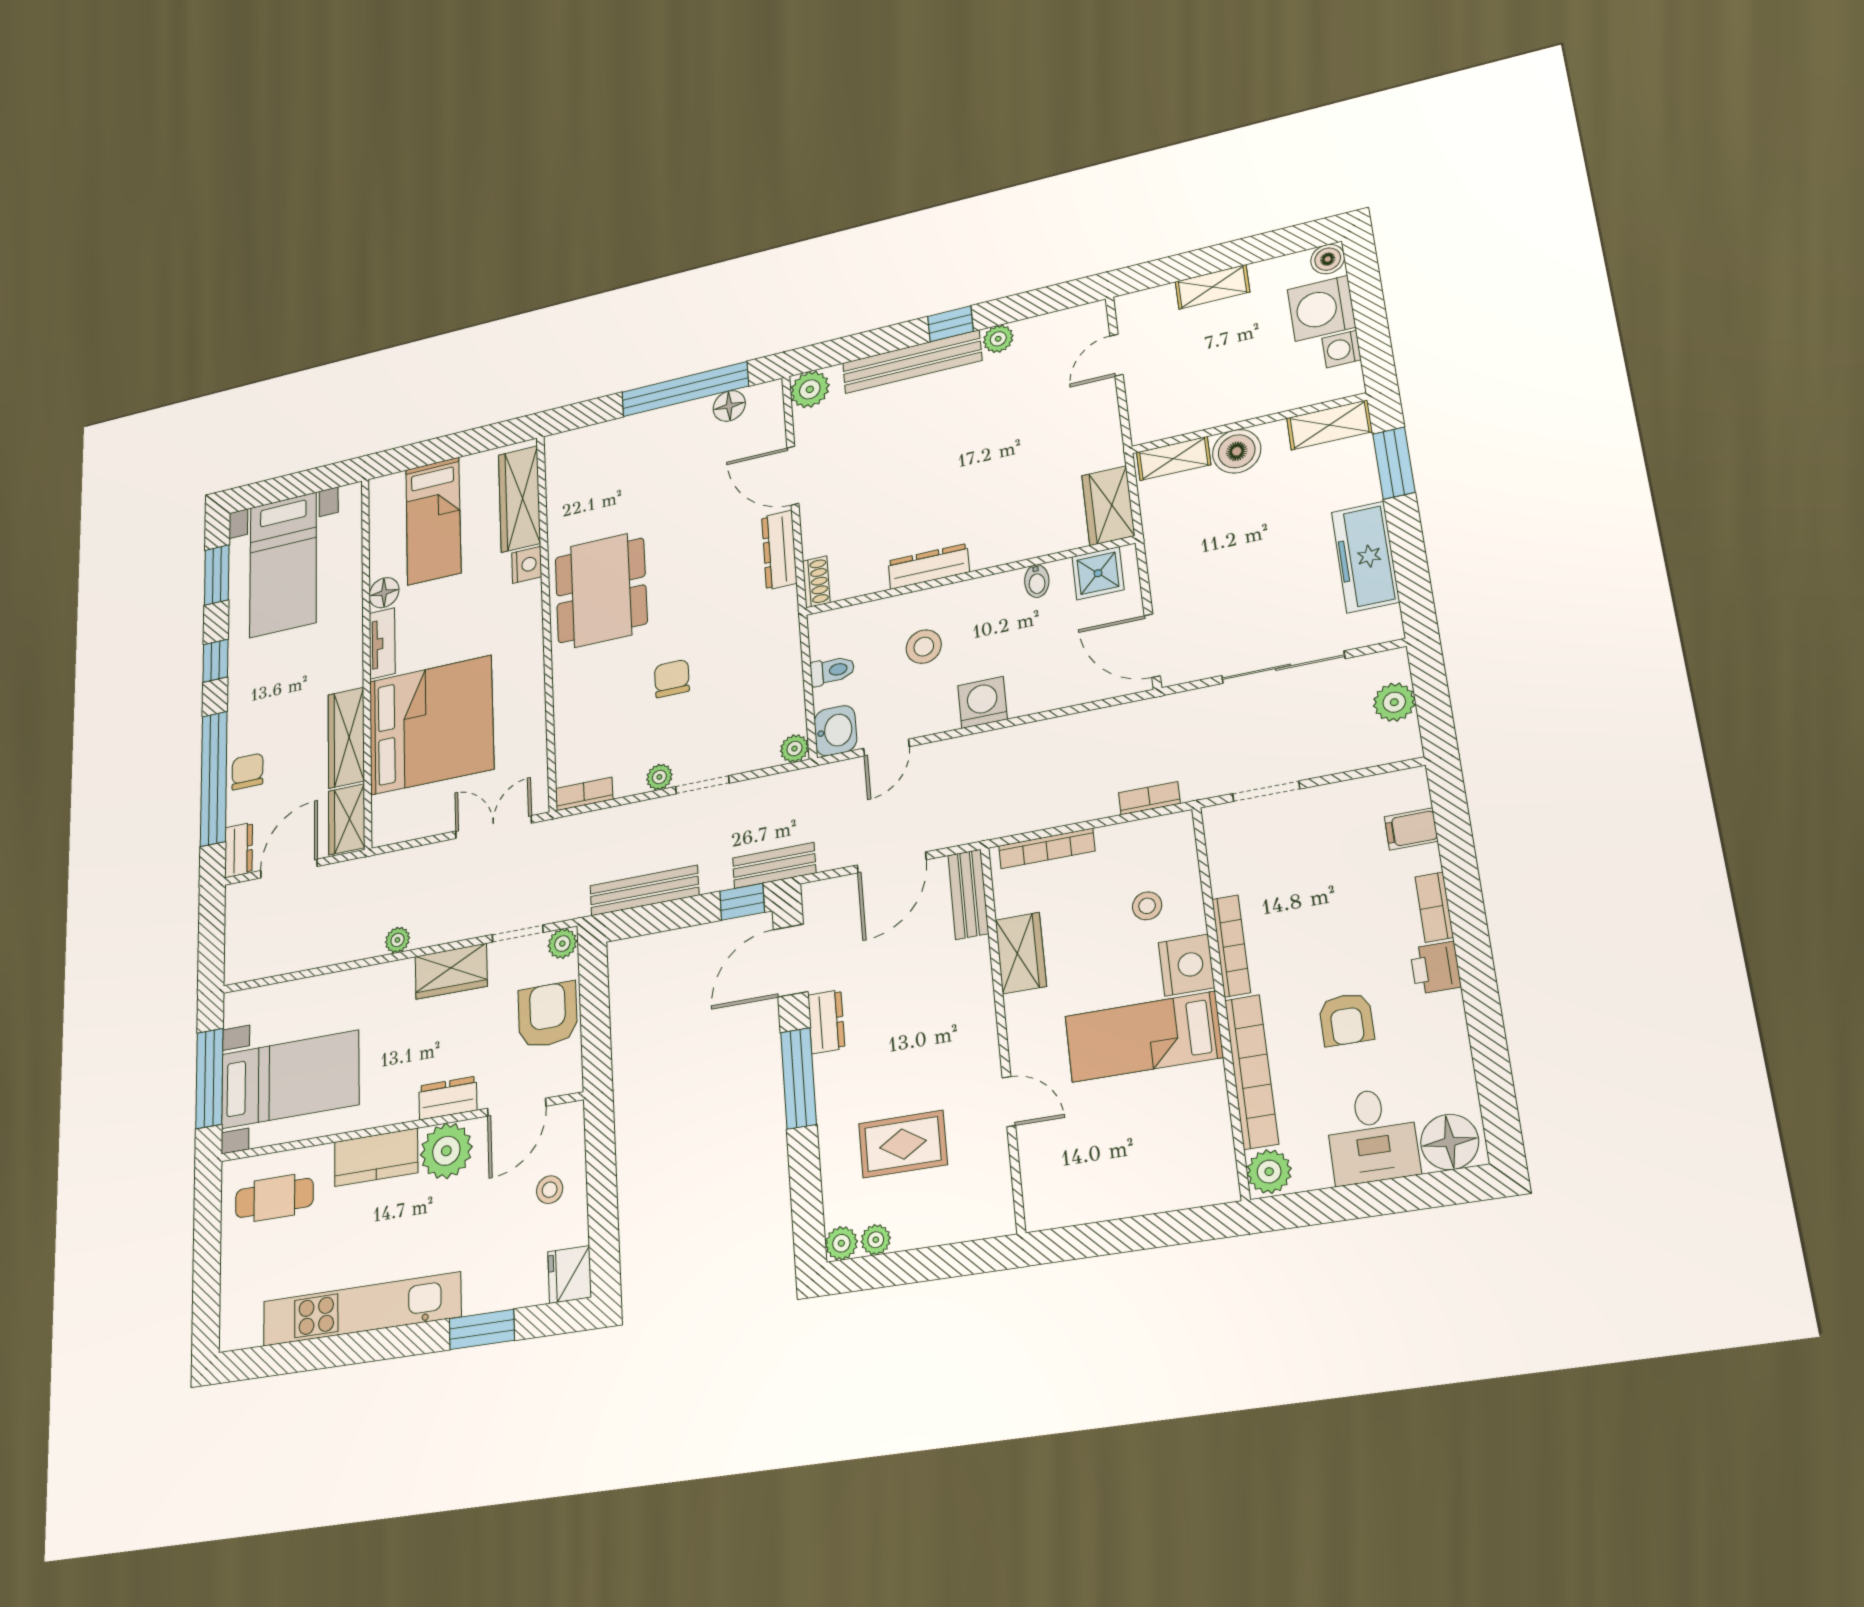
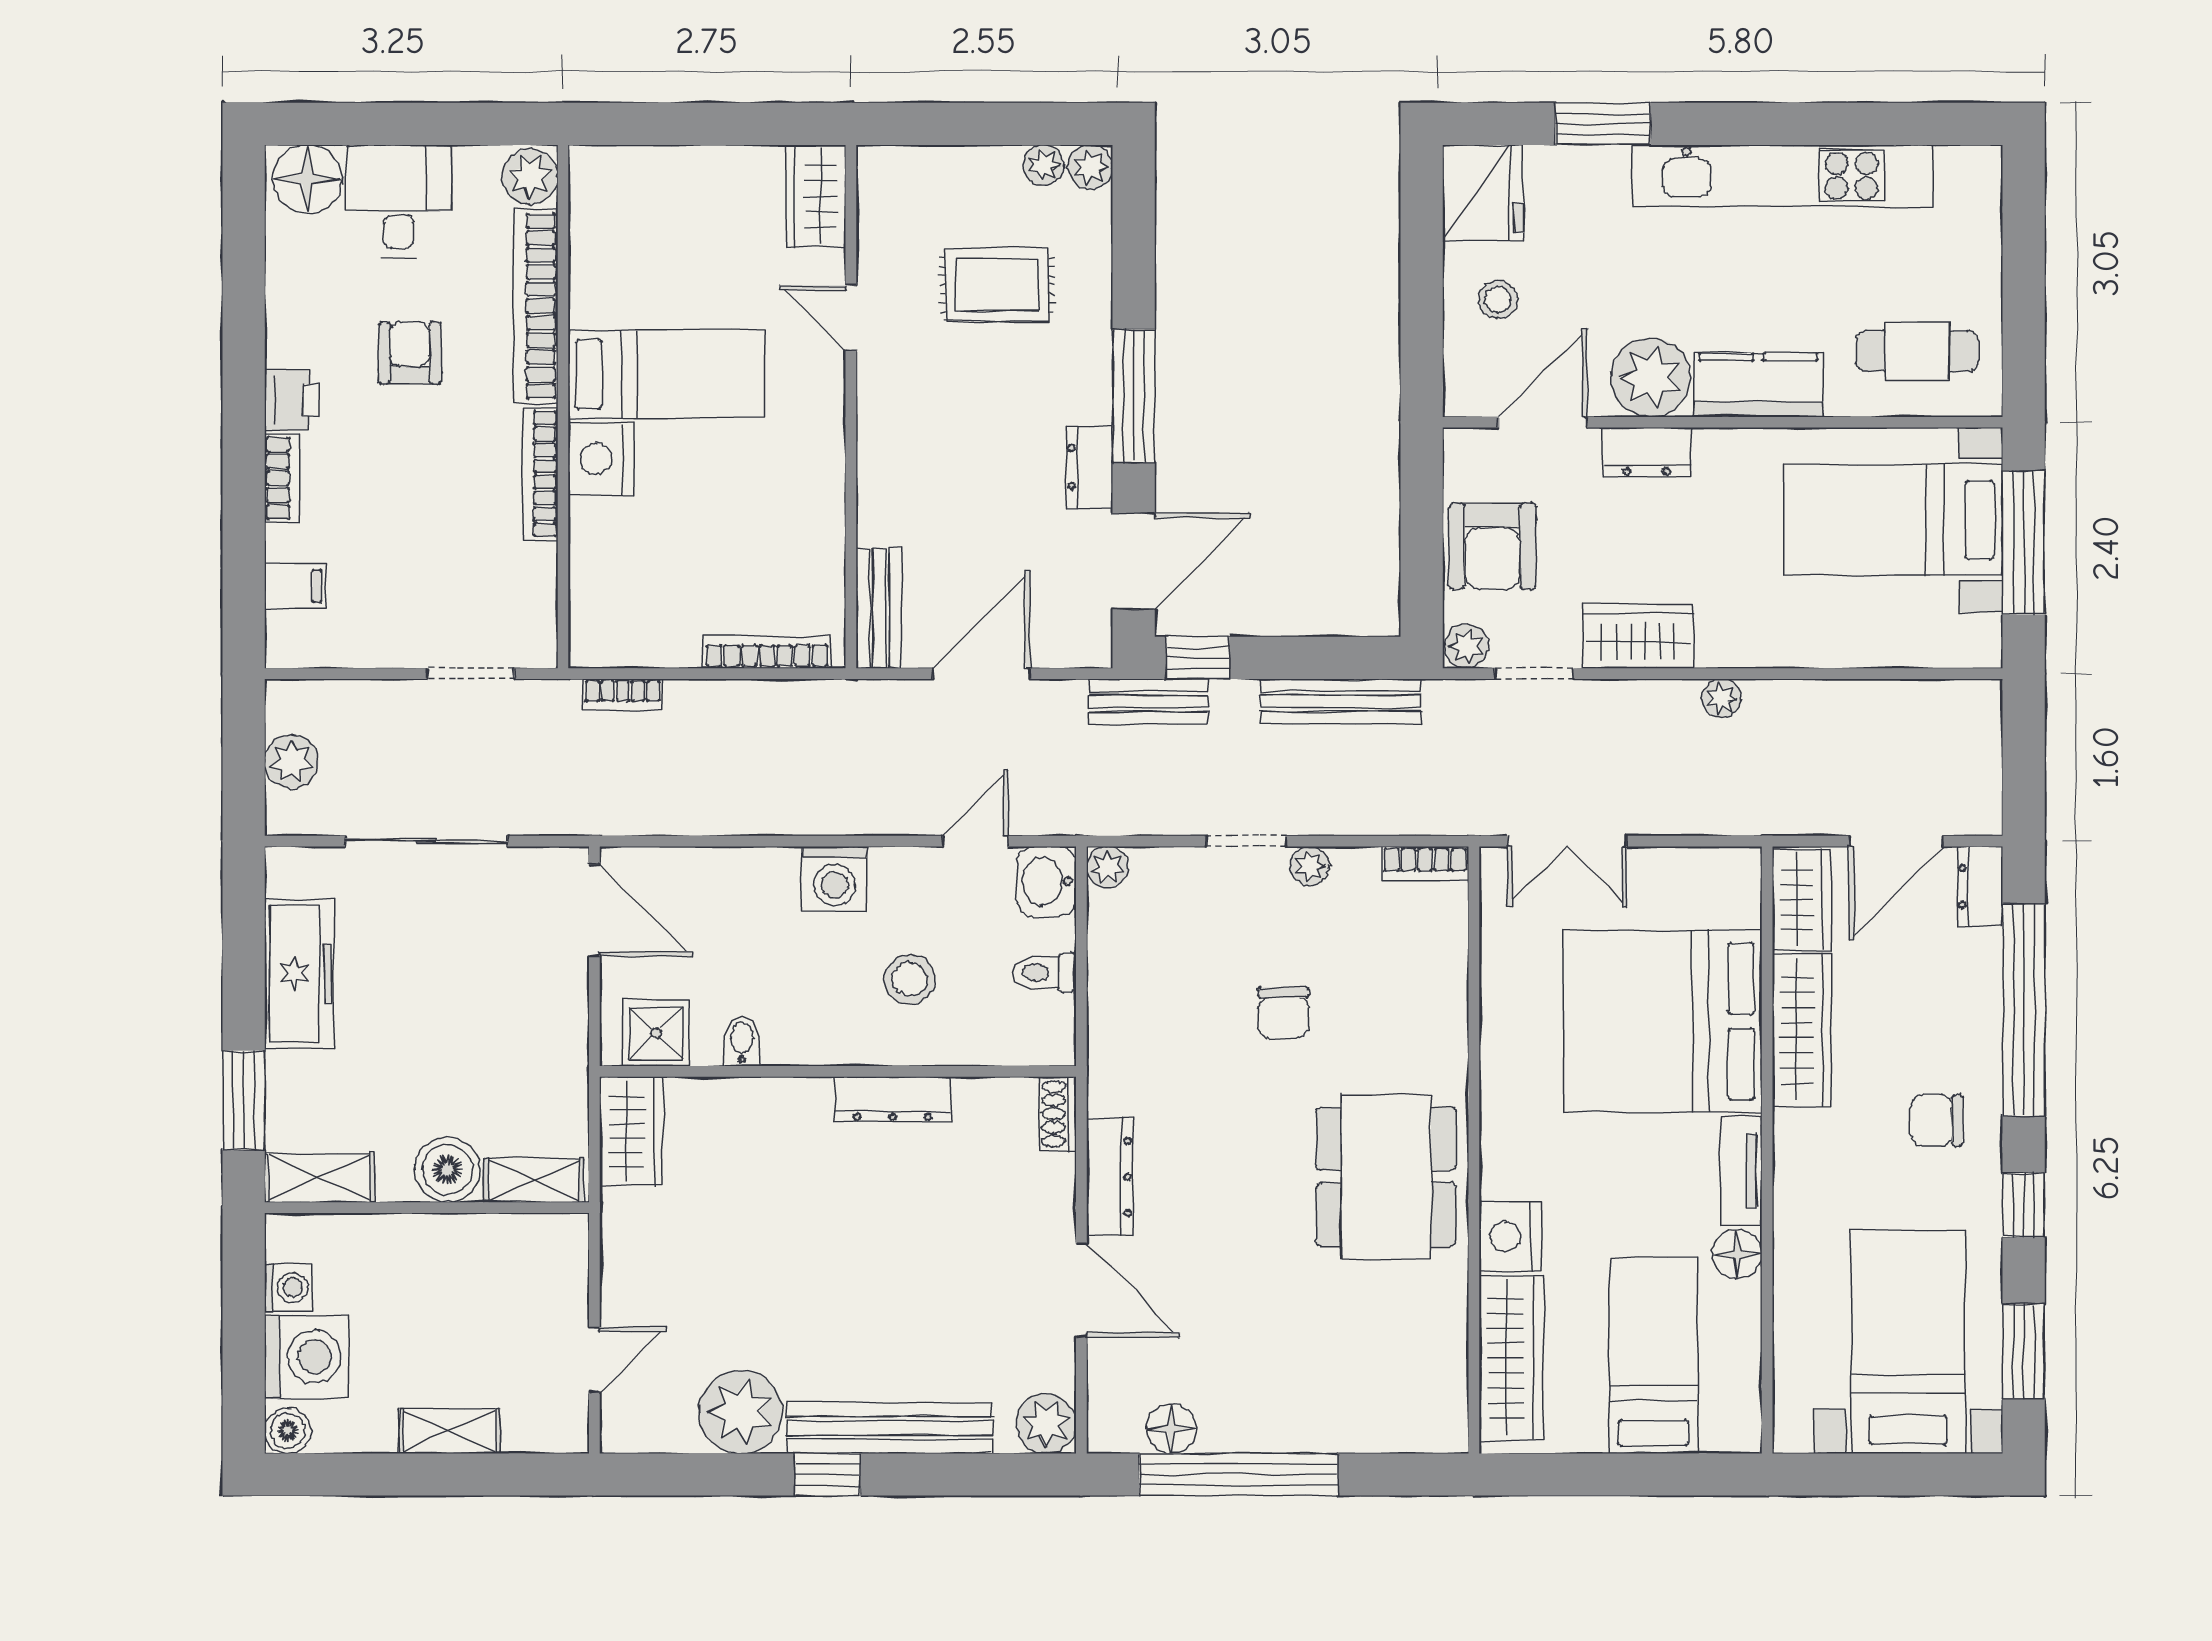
plant: (998, 339) -> (741, 1412), width x1.87, depth x1.87
nightstand: (527, 565) -> (1510, 1237), width x1.36, depth x1.33
chair: (248, 771) -> (1937, 1121), moved, turned 90
stool: (1147, 906) -> (643, 548), removed
wardrobe: (1021, 953) -> (816, 196), moved
fridge: (570, 1274) -> (1483, 193), width x1.36, depth x1.34

